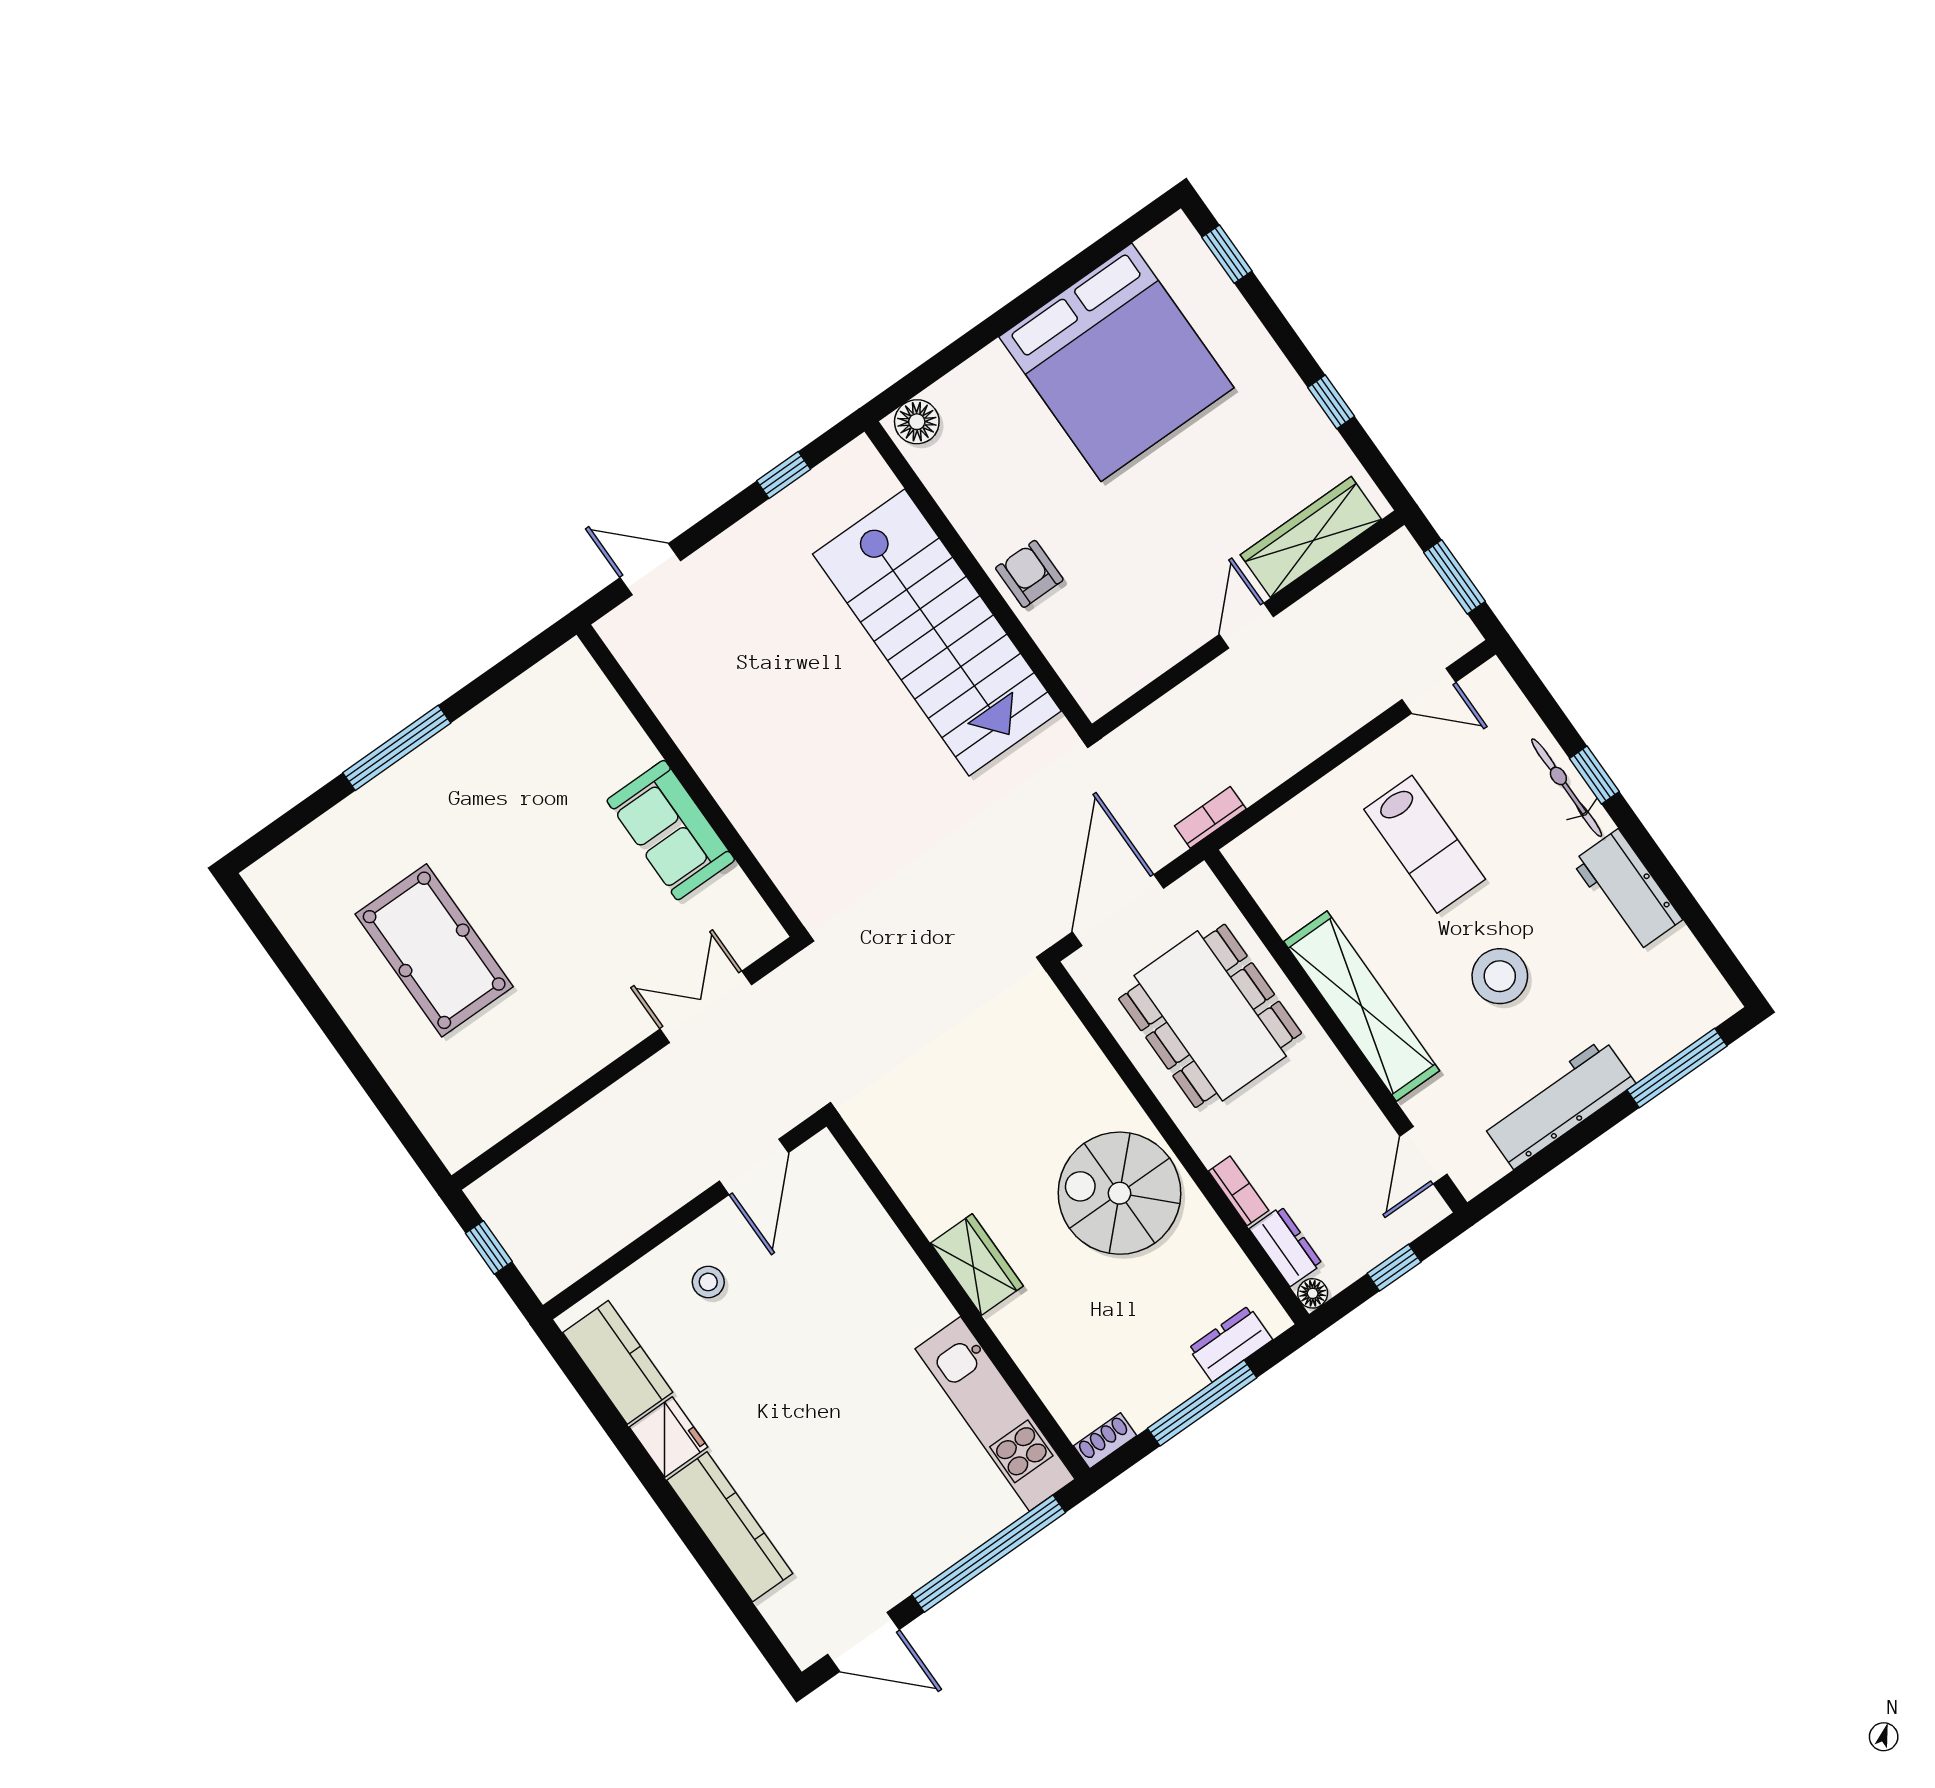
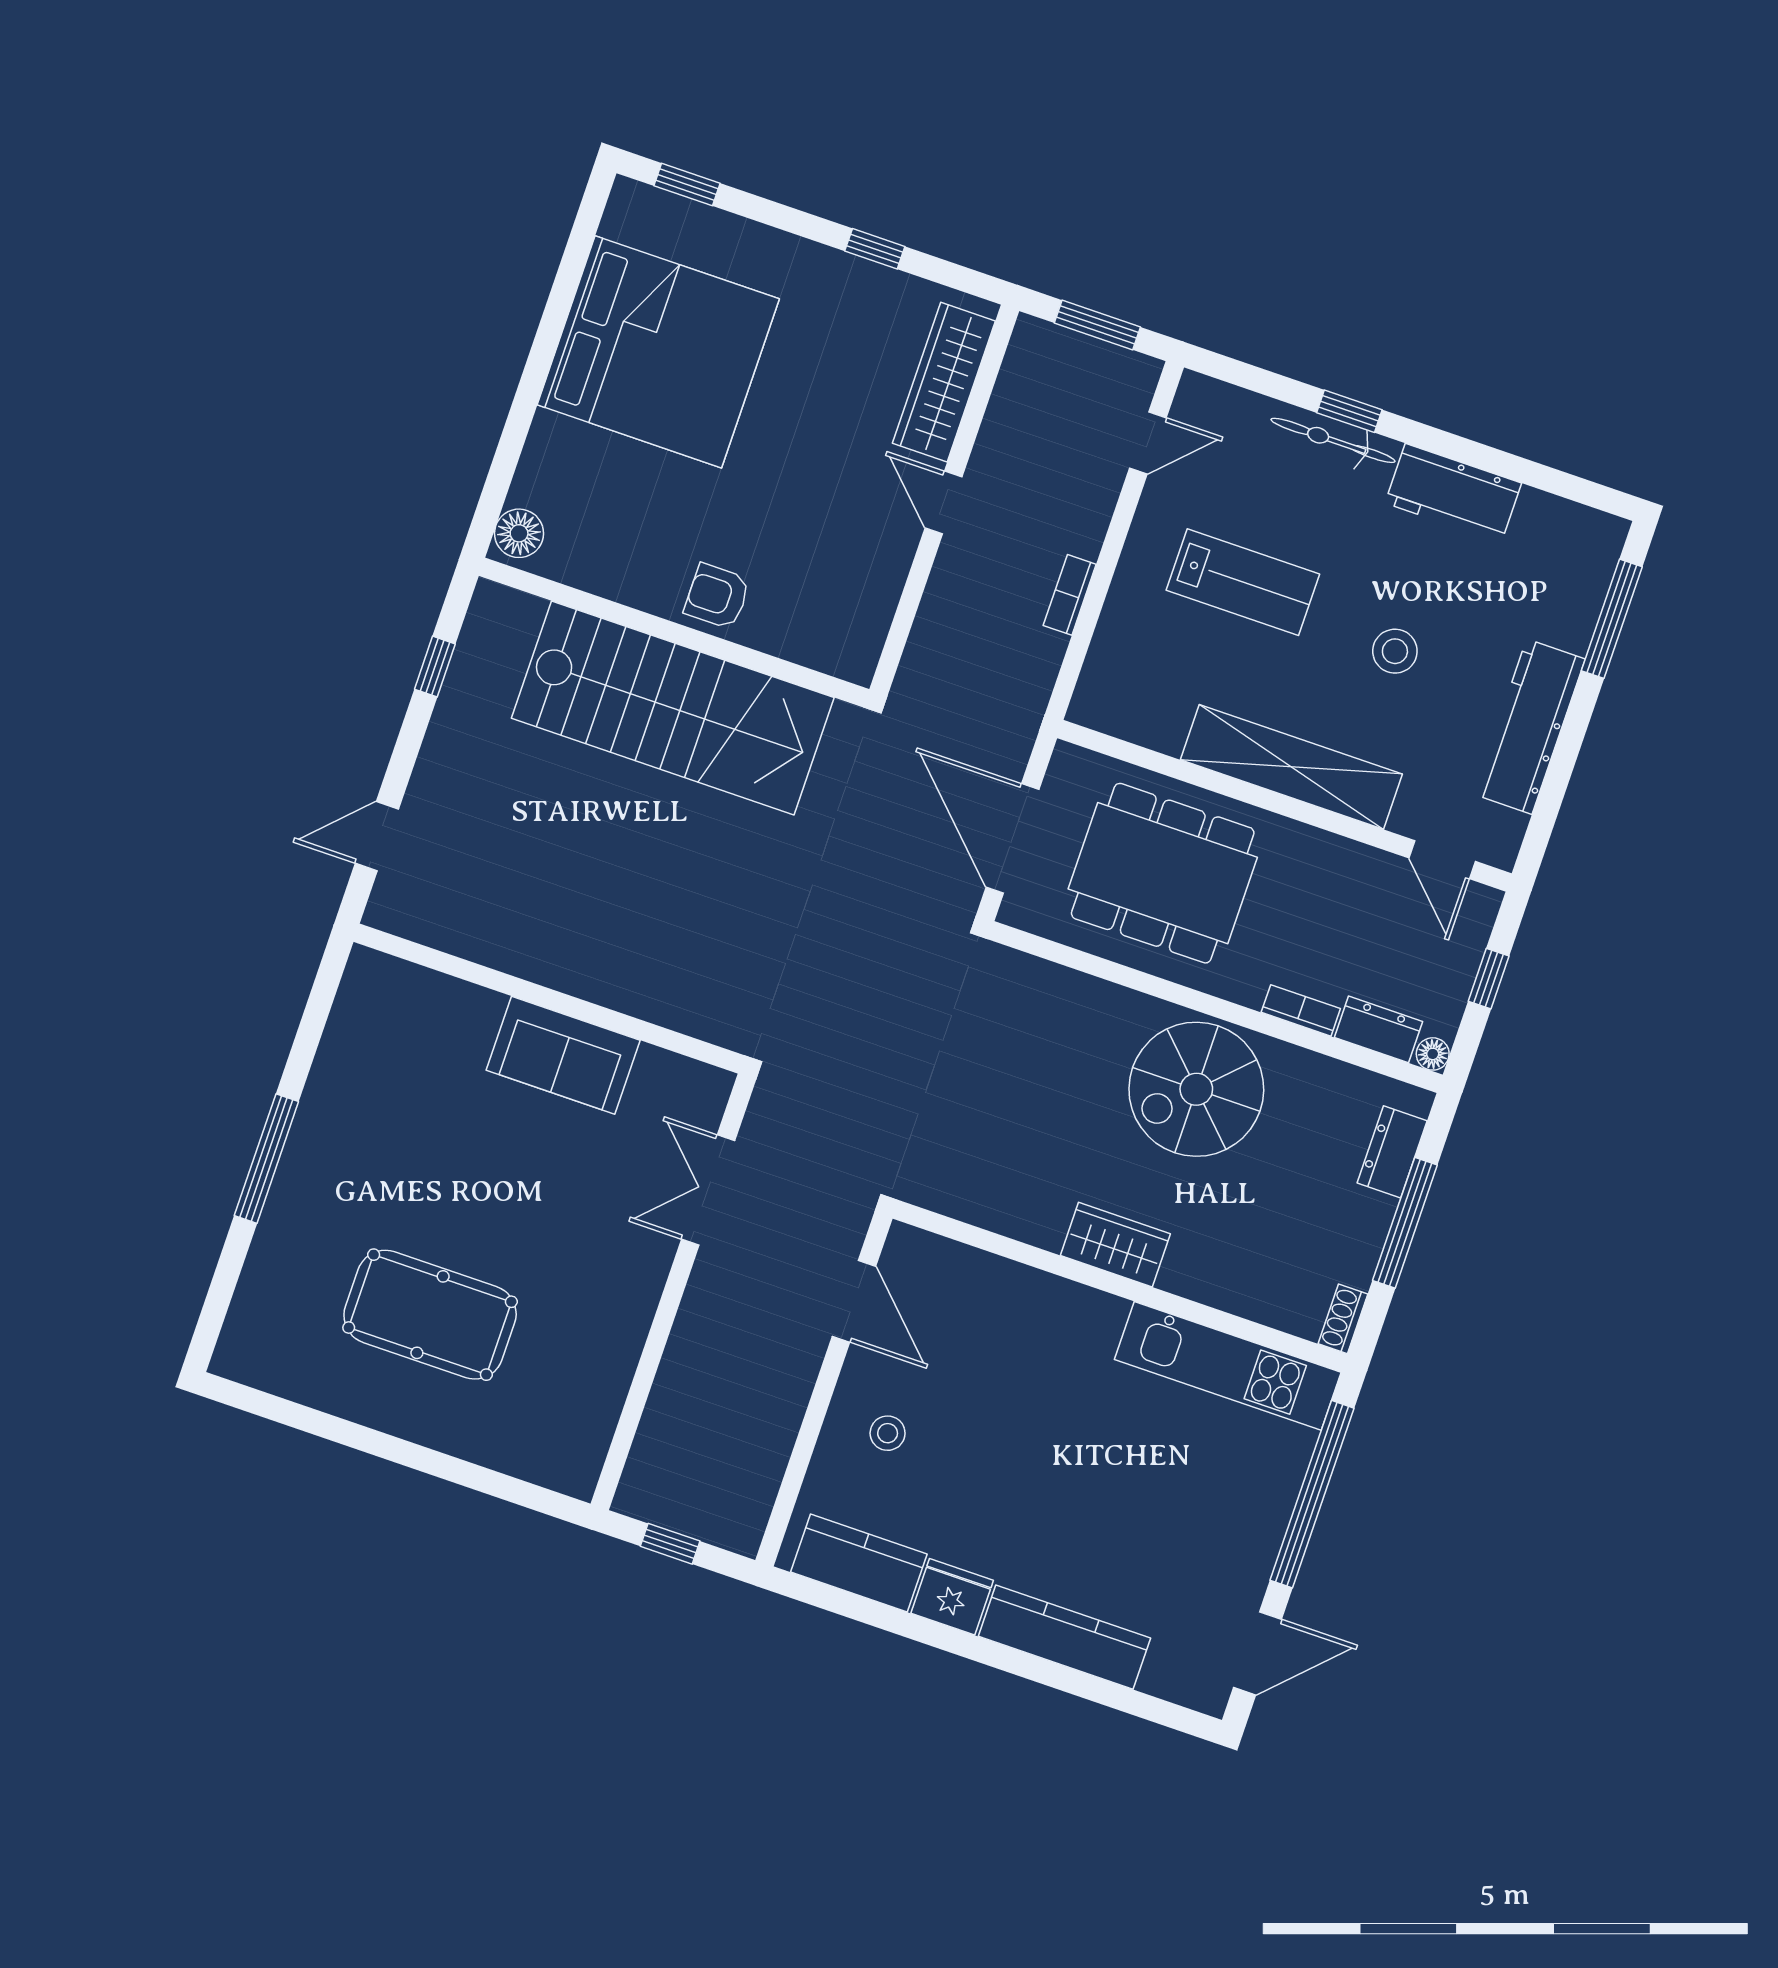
bookcase: (1210, 817) -> (1070, 595), moved
stool: (1500, 976) -> (1395, 651), width x0.73, depth x0.73

